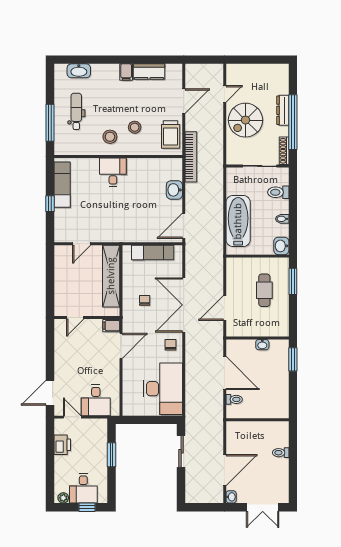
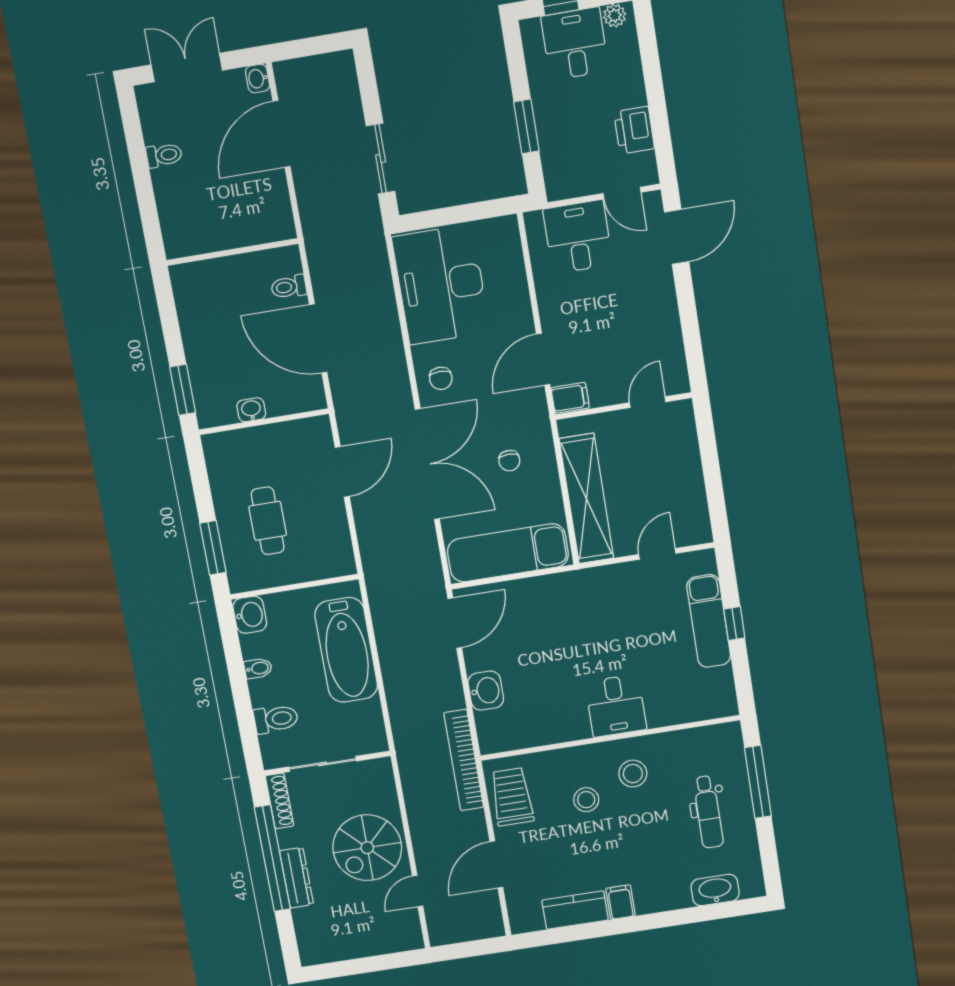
spiral stairs: (245, 120) -> (367, 848), turned 180
exam couch: (62, 185) -> (709, 621), moved
exam couch: (153, 253) -> (508, 553), width x1.36, depth x1.45
toilet: (281, 453) -> (164, 155), moved

